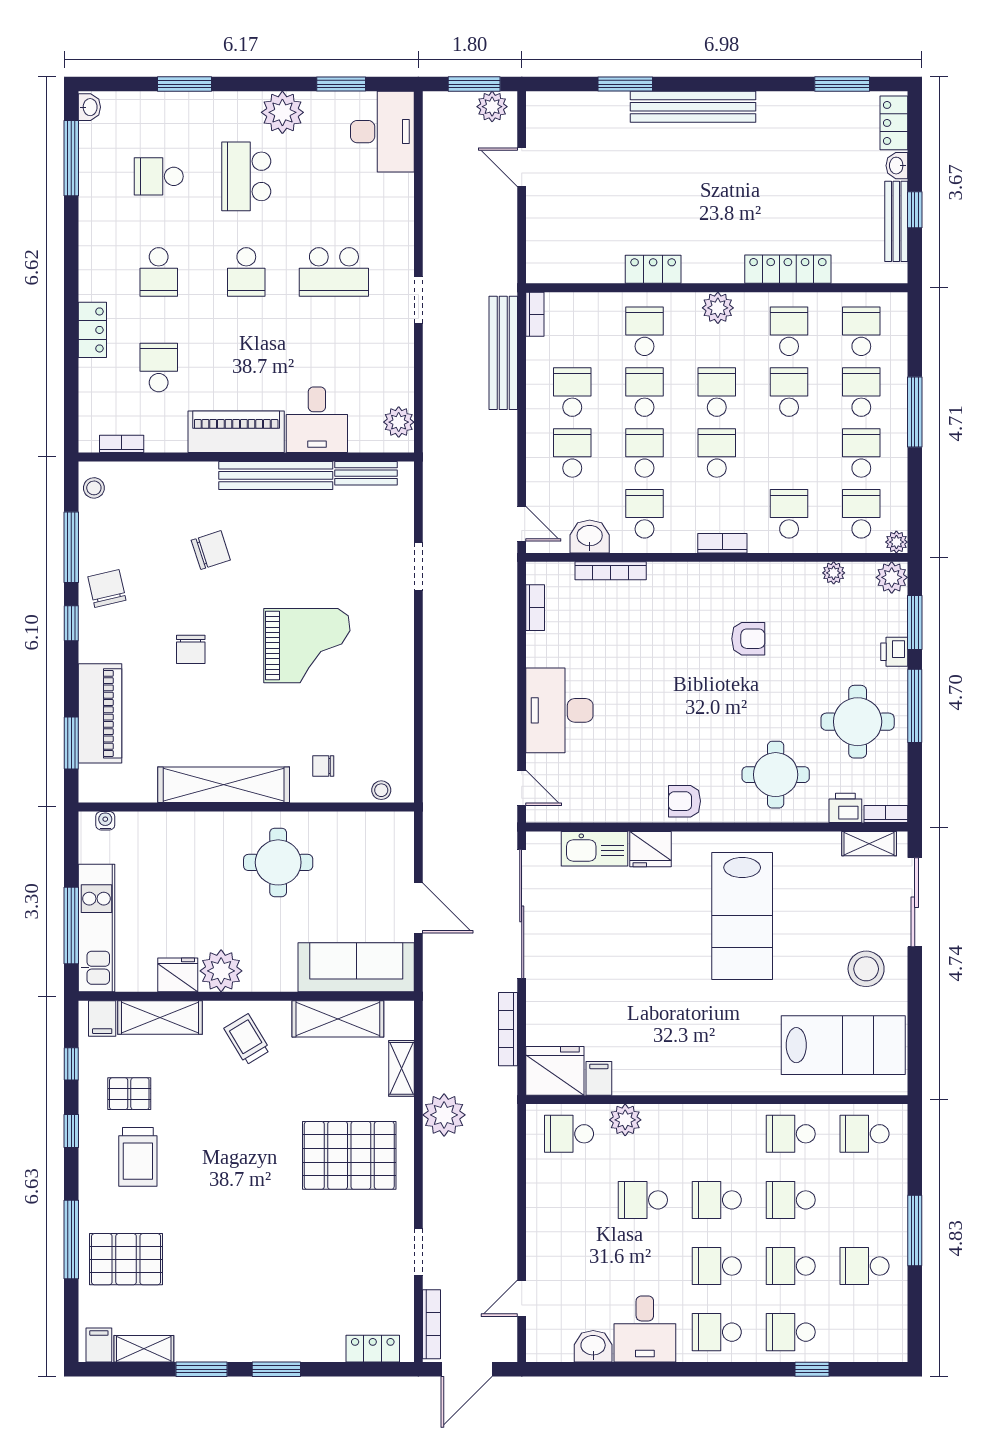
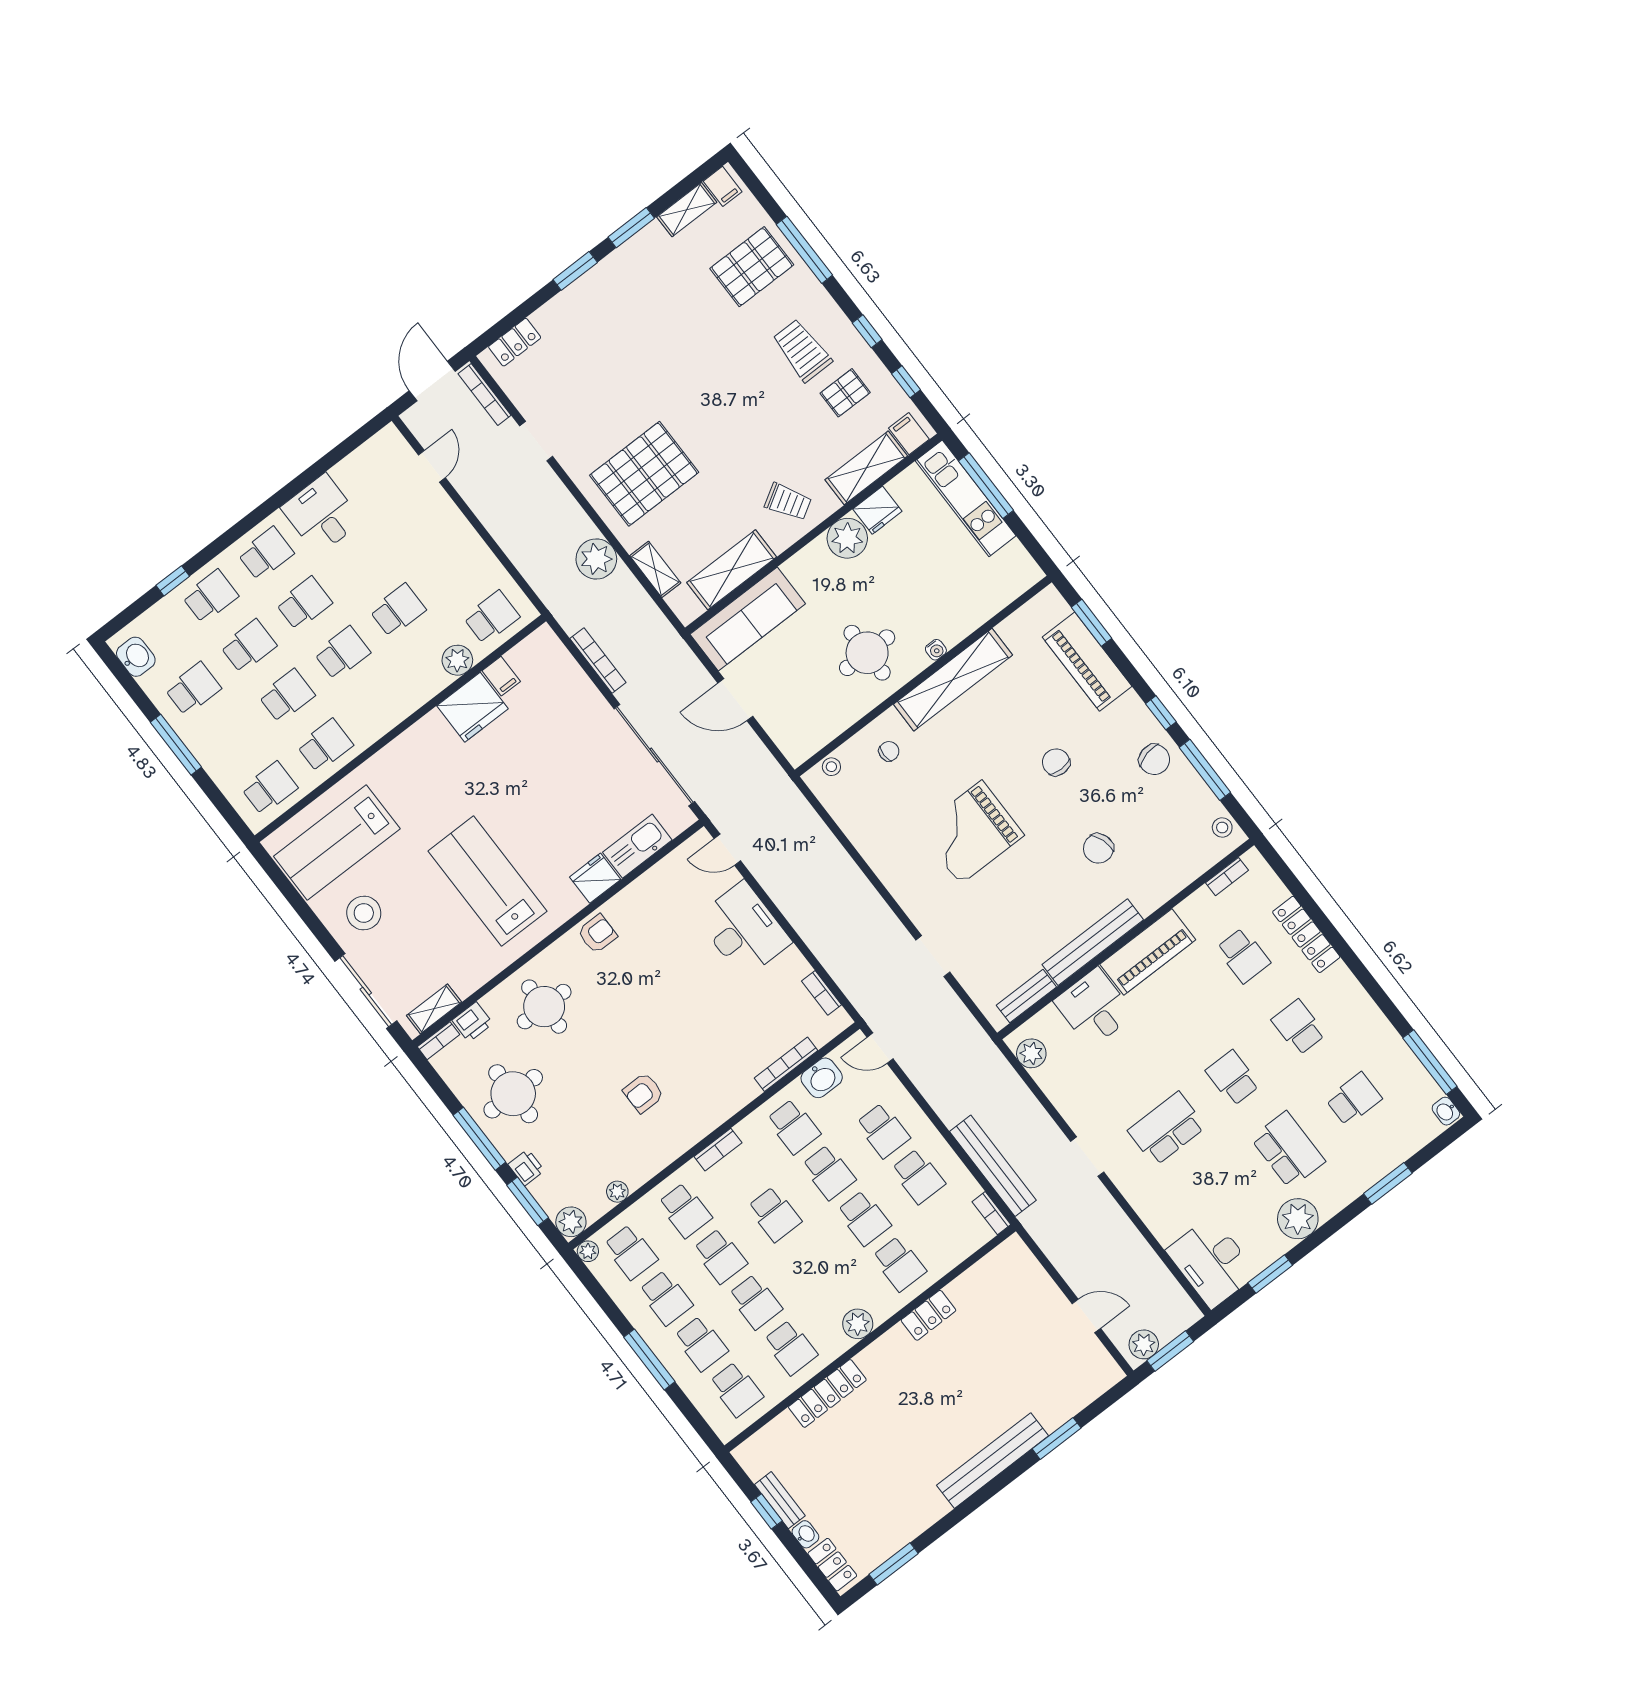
bench: (896, 221) -> (780, 1500), width x0.73
locker: (92, 330) -> (1306, 934), width x1.53
school desk: (717, 392) -> (720, 1256), moved
water cooler: (105, 821) -> (936, 650), moved
fridge: (555, 1071) -> (473, 707), moved
washbasin: (593, 1346) -> (136, 657), moved, turned -90

